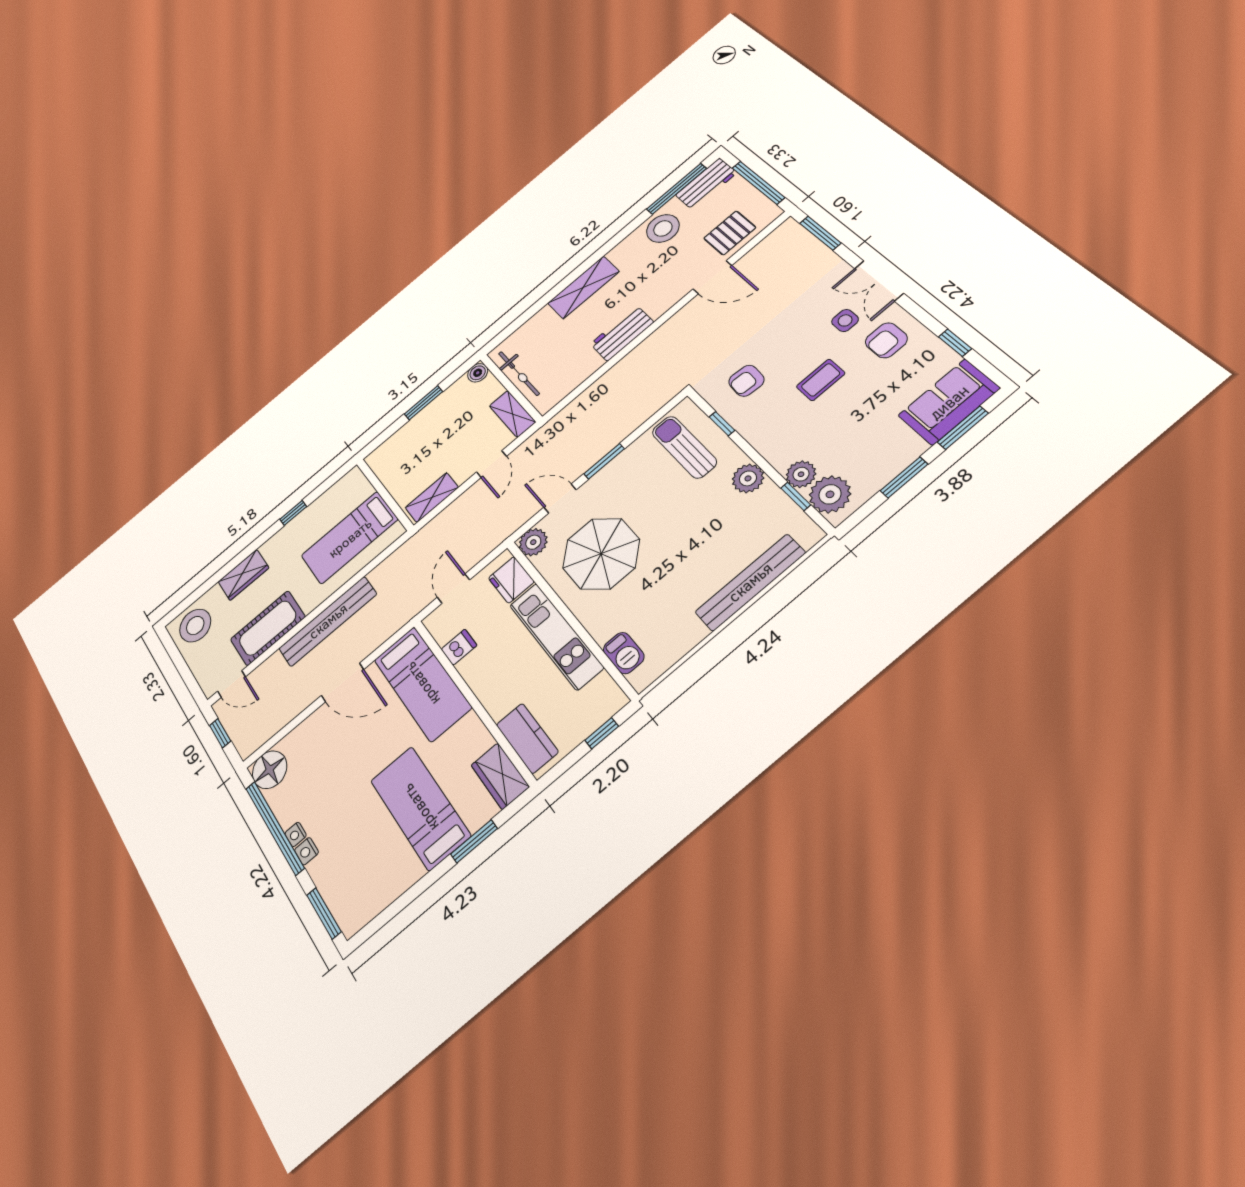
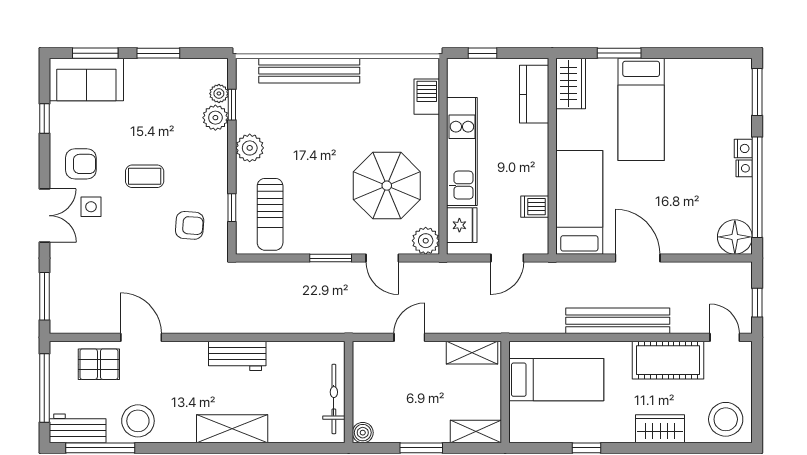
shelving: (512, 414) -> (476, 431), moved, turned 90
plant: (830, 494) -> (219, 93), width x0.53, depth x0.53

